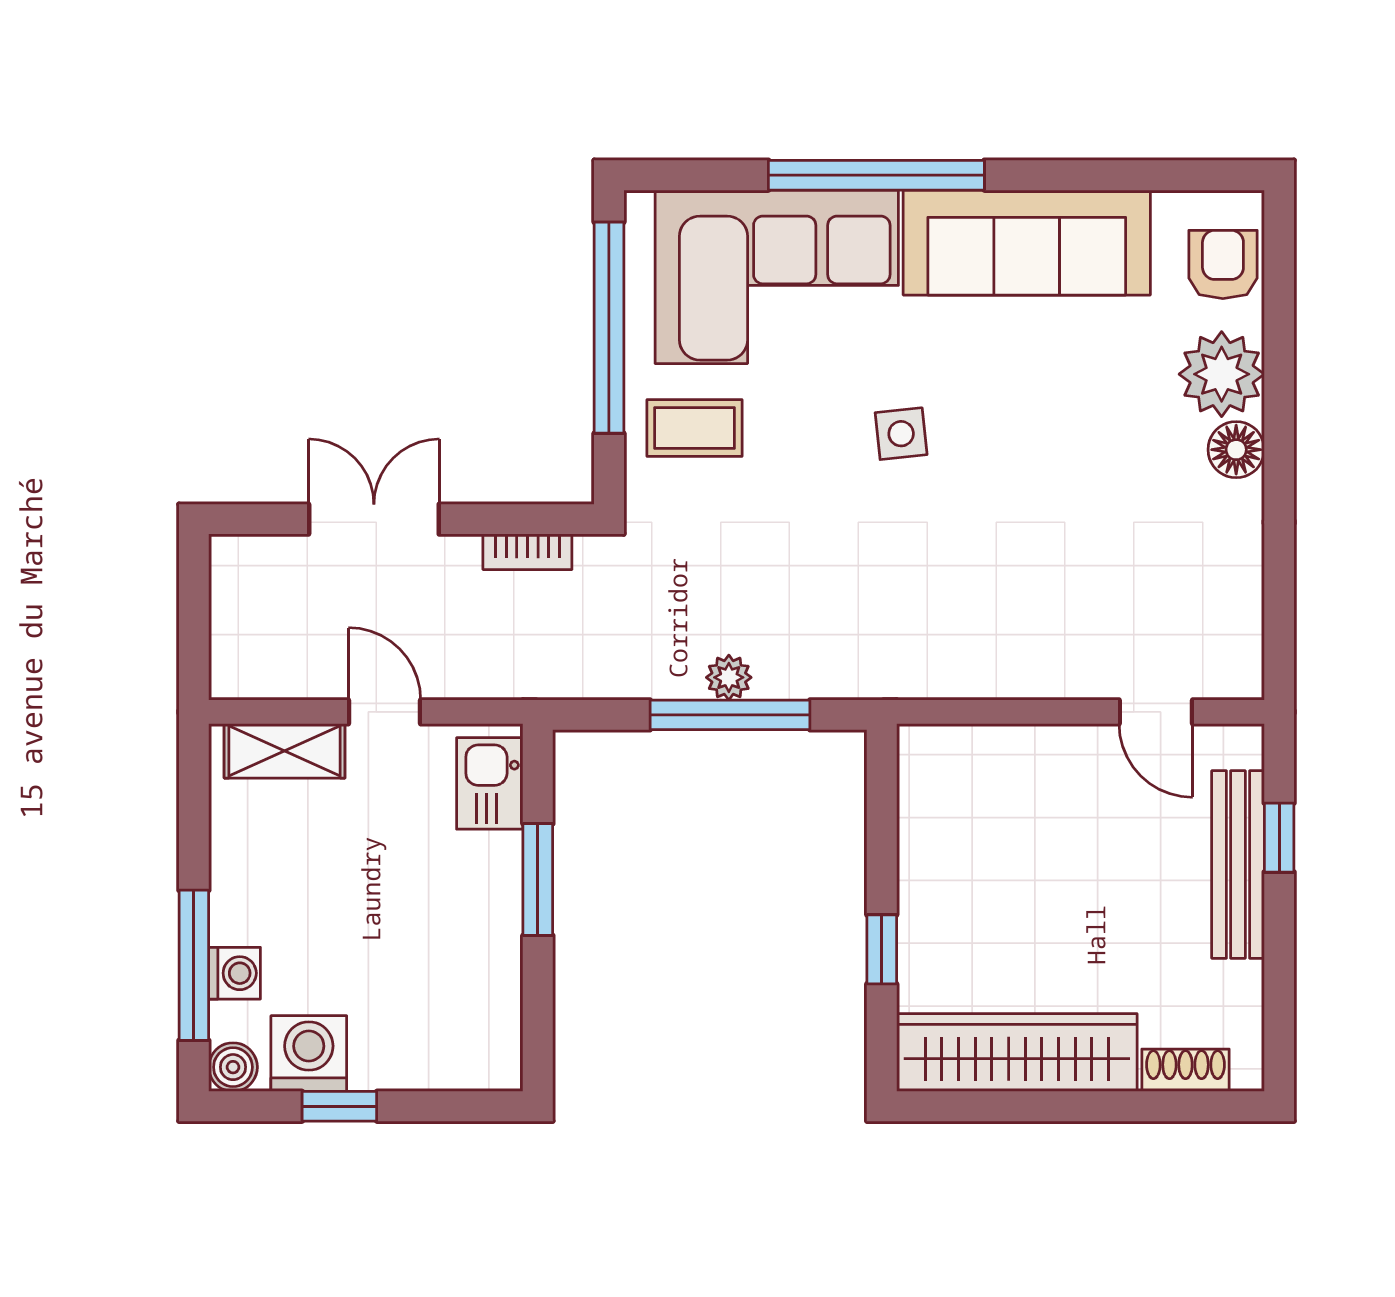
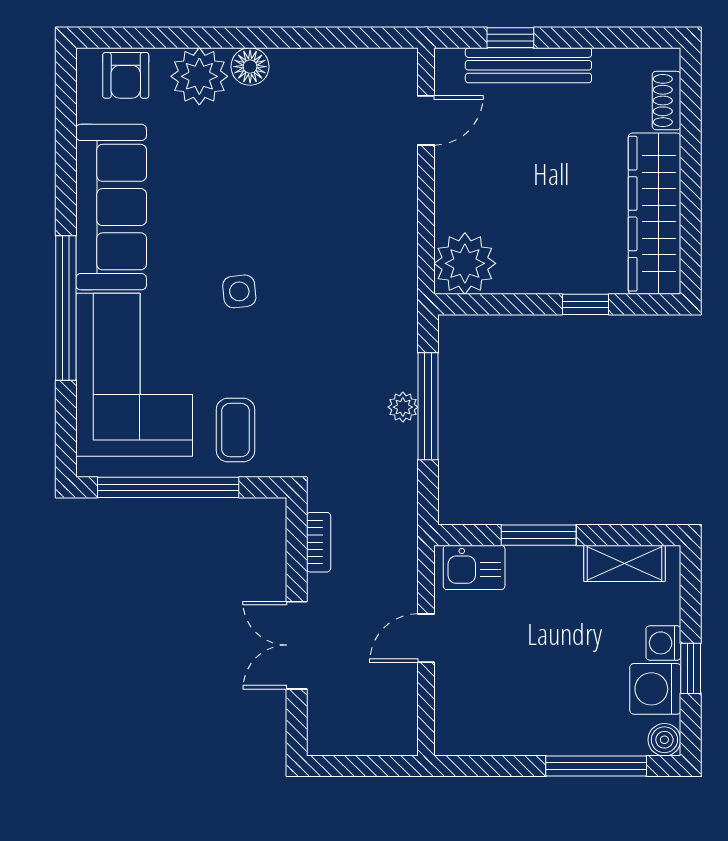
armchair: (1223, 264) -> (126, 75), turned -90
shelving: (285, 751) -> (624, 563), moved, turned 90
plant: (943, 770) -> (465, 263), added
washing machine: (235, 973) -> (663, 643), moved, turned -90

